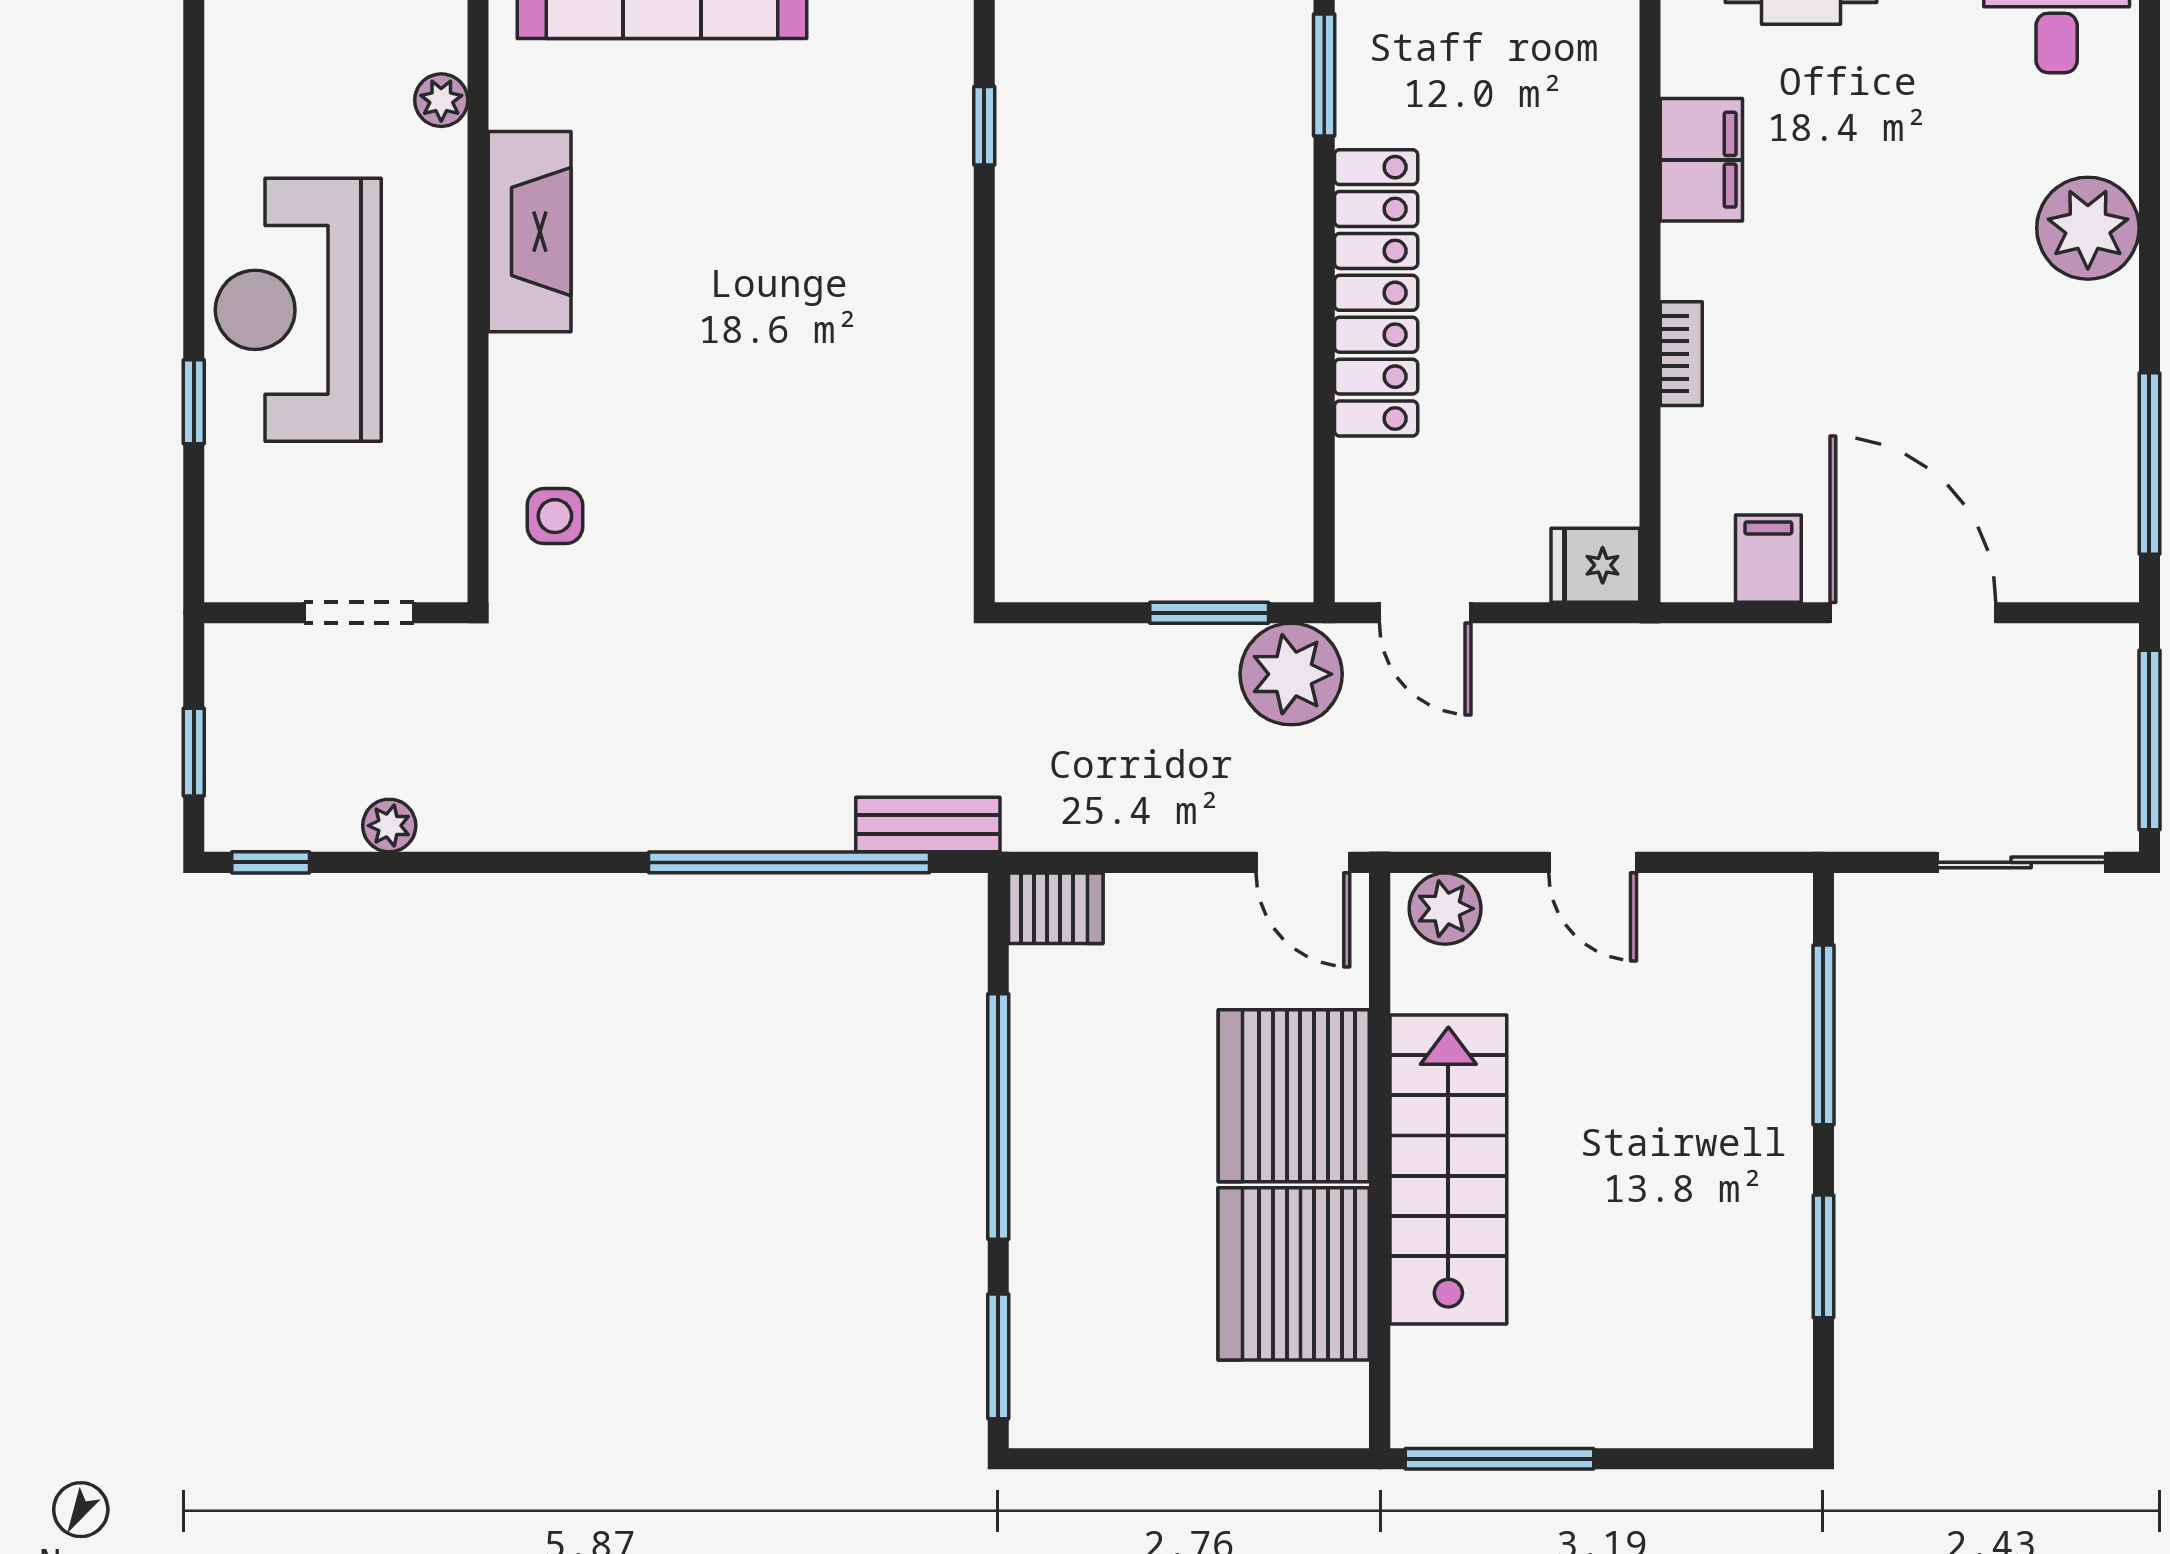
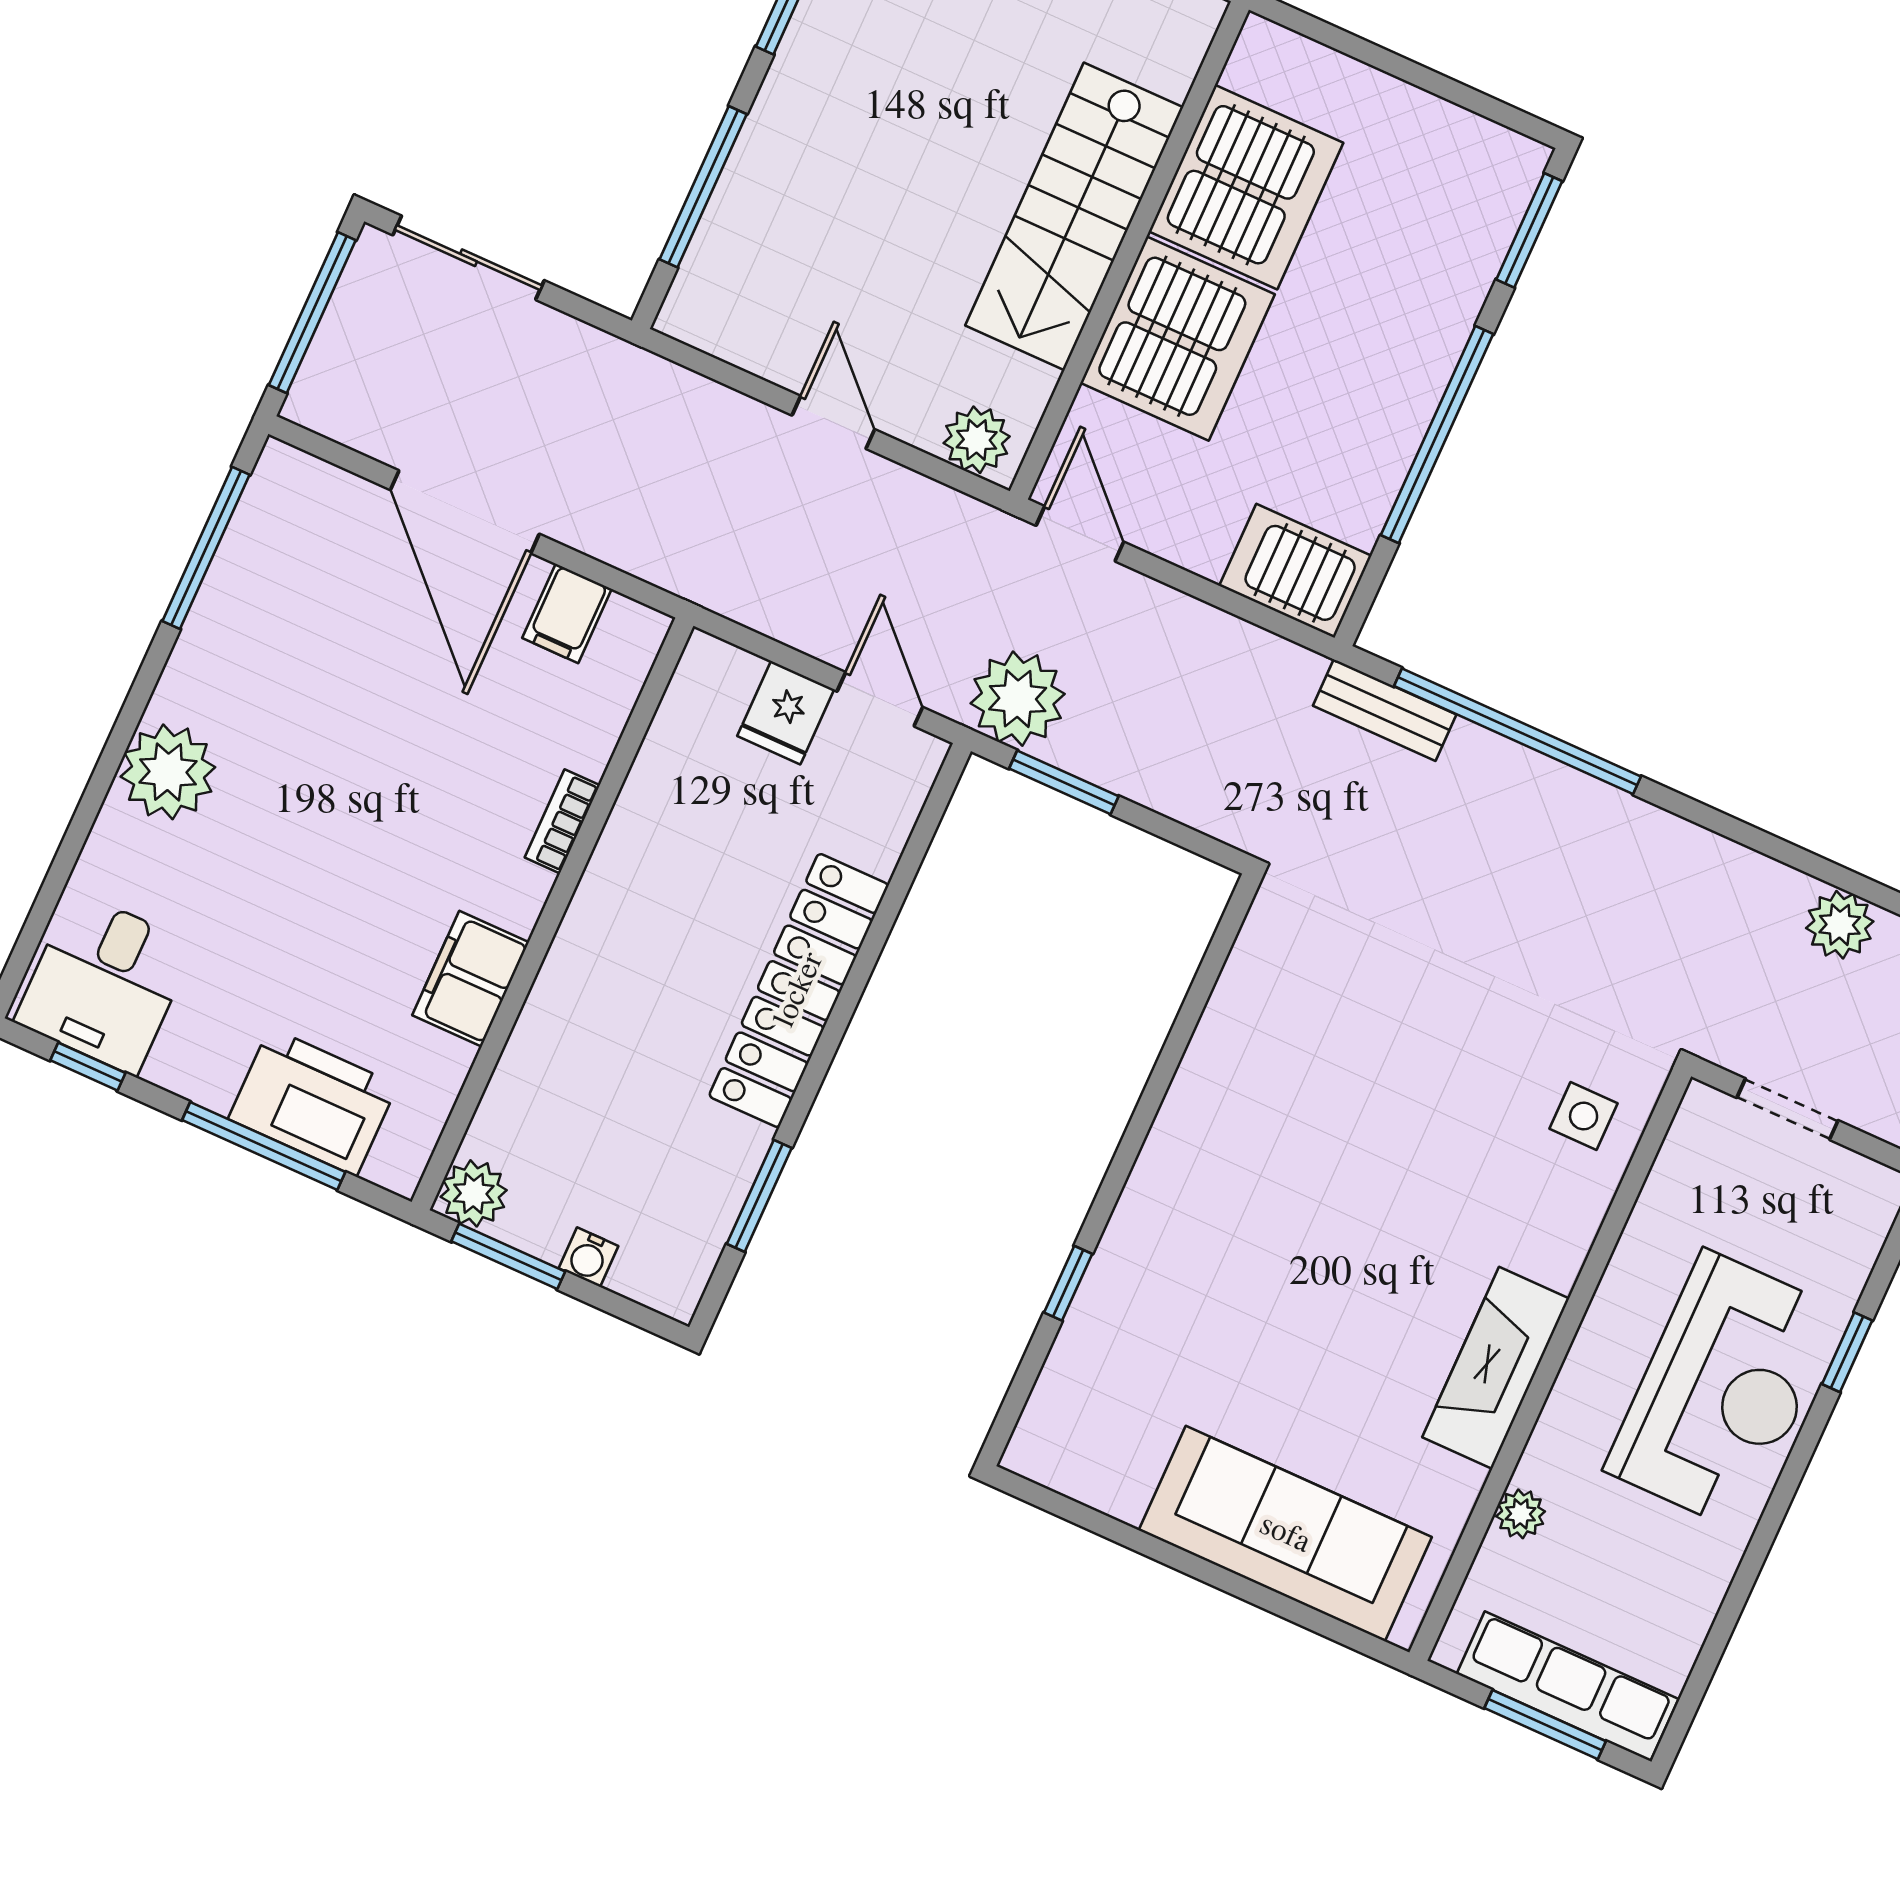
fridge: (1595, 565) -> (786, 713), moved, turned 90
plant: (389, 826) -> (1840, 925), width x1.38, depth x1.38
server rack: (1056, 908) -> (1295, 571), width x1.36, depth x1.44

